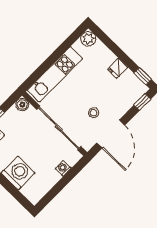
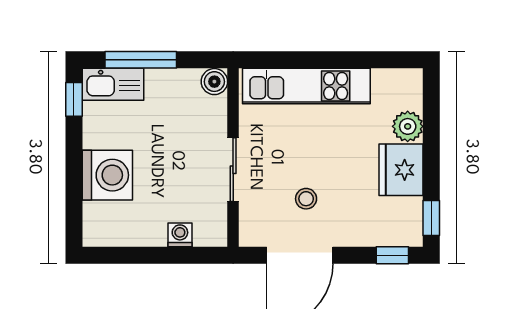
plant: (88, 39) -> (408, 126), moved
fridge: (118, 68) -> (401, 170), width x1.88, depth x1.34
sliding door: (59, 128) -> (233, 170), width x0.54

